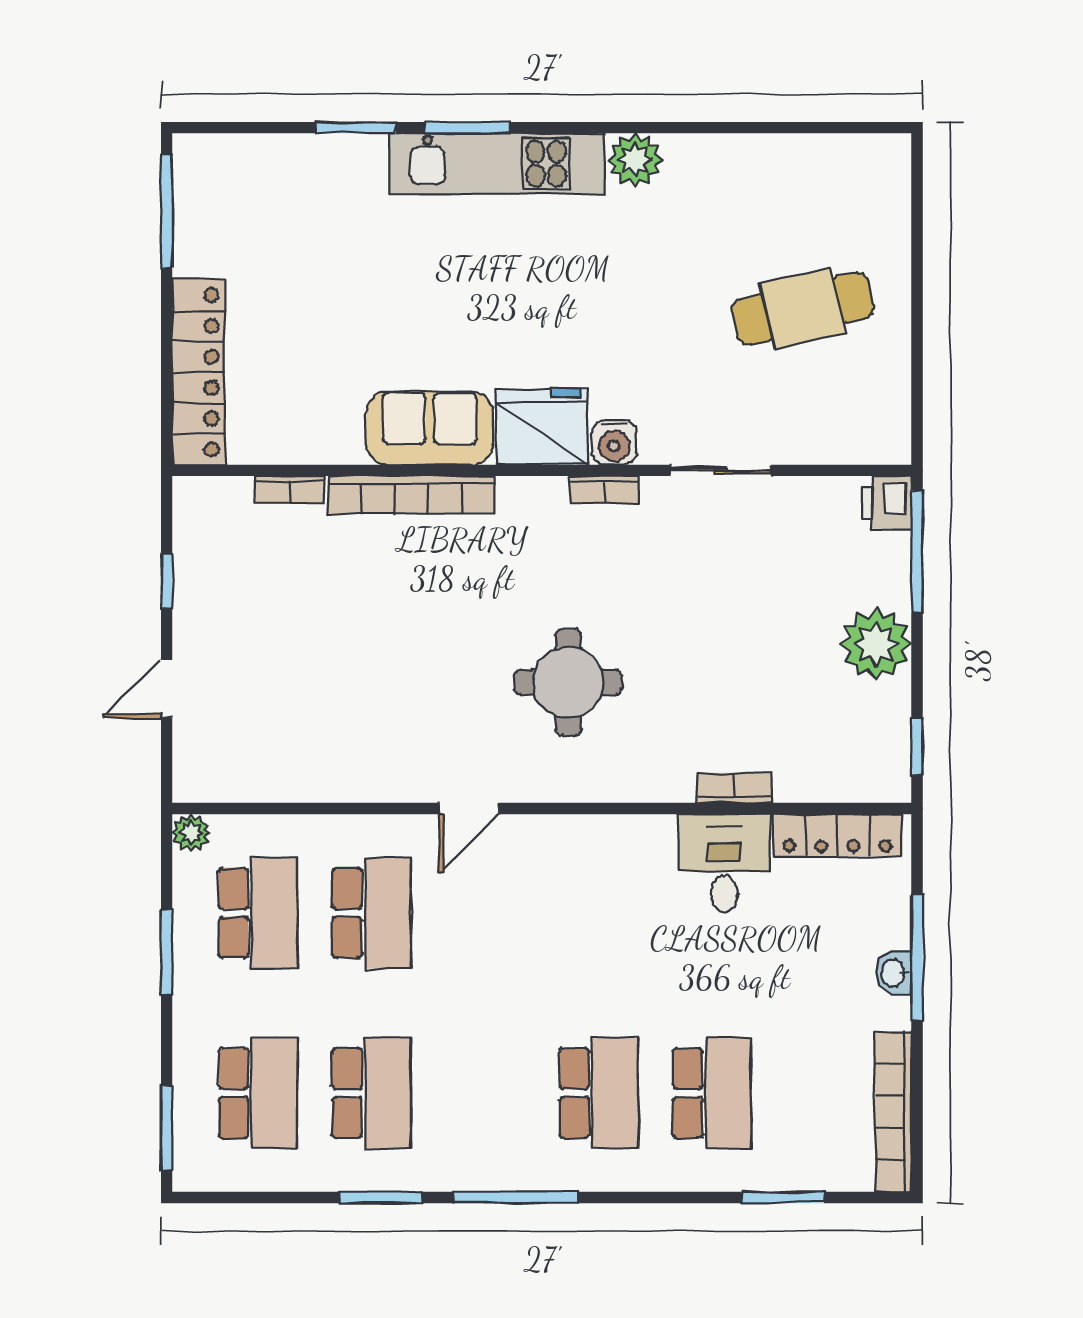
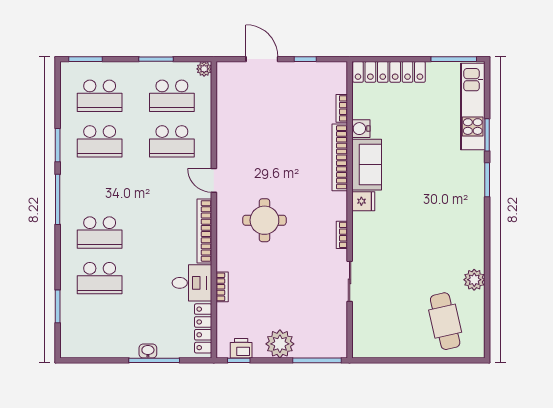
plant: (635, 160) -> (474, 280), moved
kitchen unit: (497, 164) -> (473, 107), moved
cafe table: (803, 308) -> (445, 321), moved
fridge: (542, 427) -> (363, 201), width x0.53, depth x0.75
water cooler: (614, 442) -> (361, 129), moved
printer: (887, 503) -> (241, 348), moved
door: (167, 689) -> (262, 59), width x1.38
bookcase: (893, 1112) -> (204, 231), moved, turned -90

